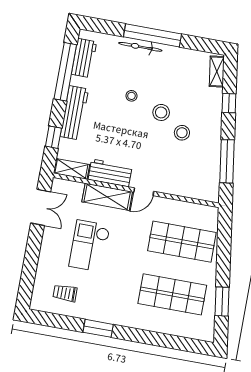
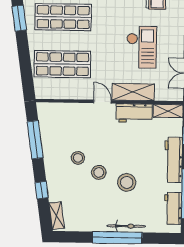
stool: (131, 96) -> (127, 182), width x1.89, depth x1.89
door: (144, 192) -> (102, 102), hinge flipped

